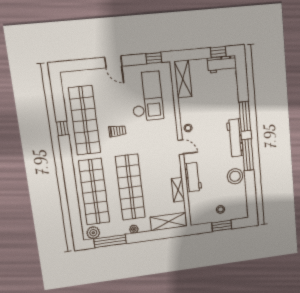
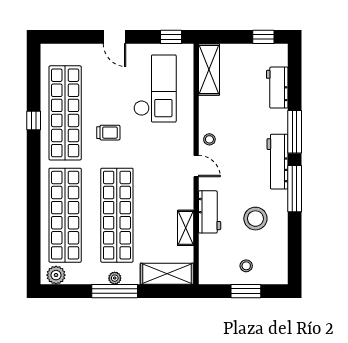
workbench: (222, 64) -> (277, 88), moved, turned 90
stool: (235, 176) -> (255, 219), moved
window: (110, 241) -> (115, 291), moved

